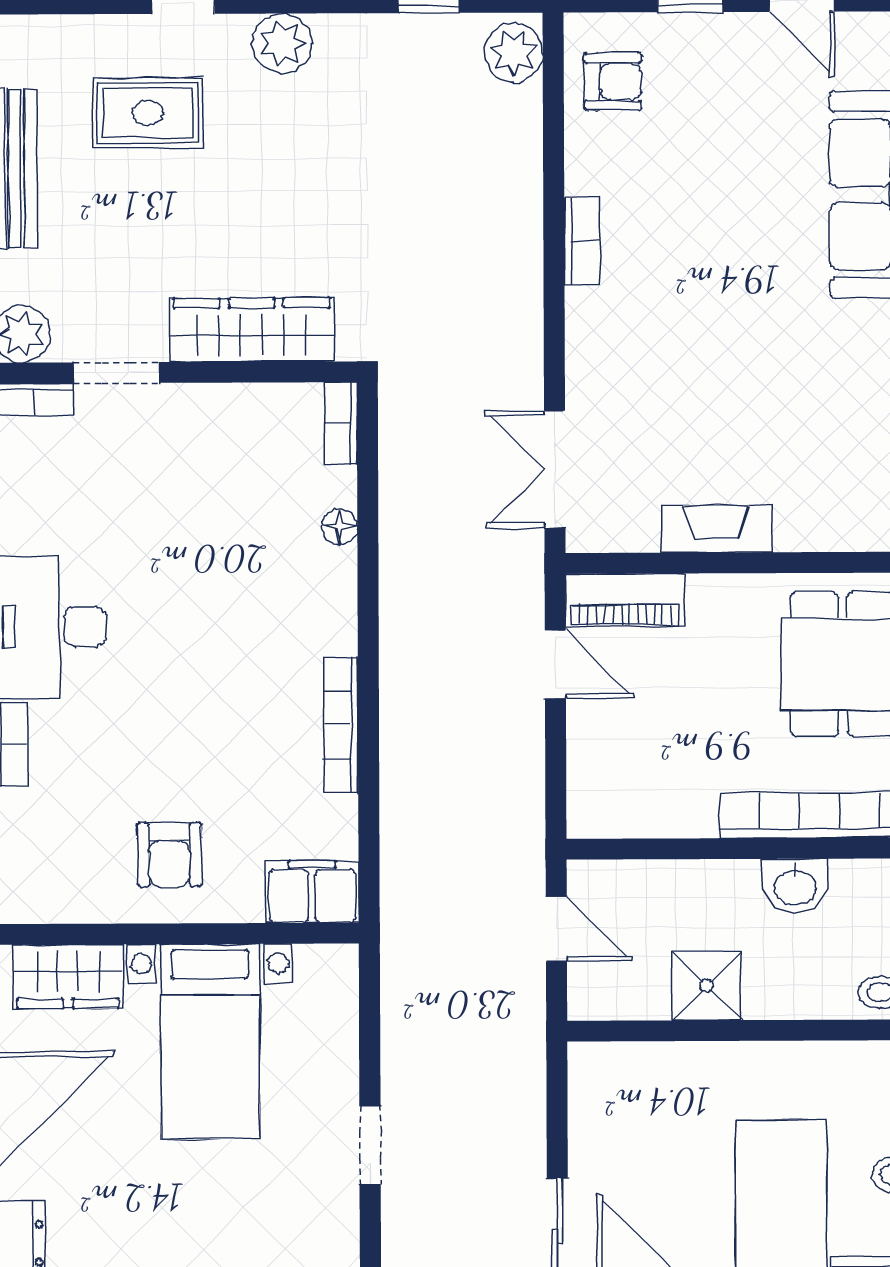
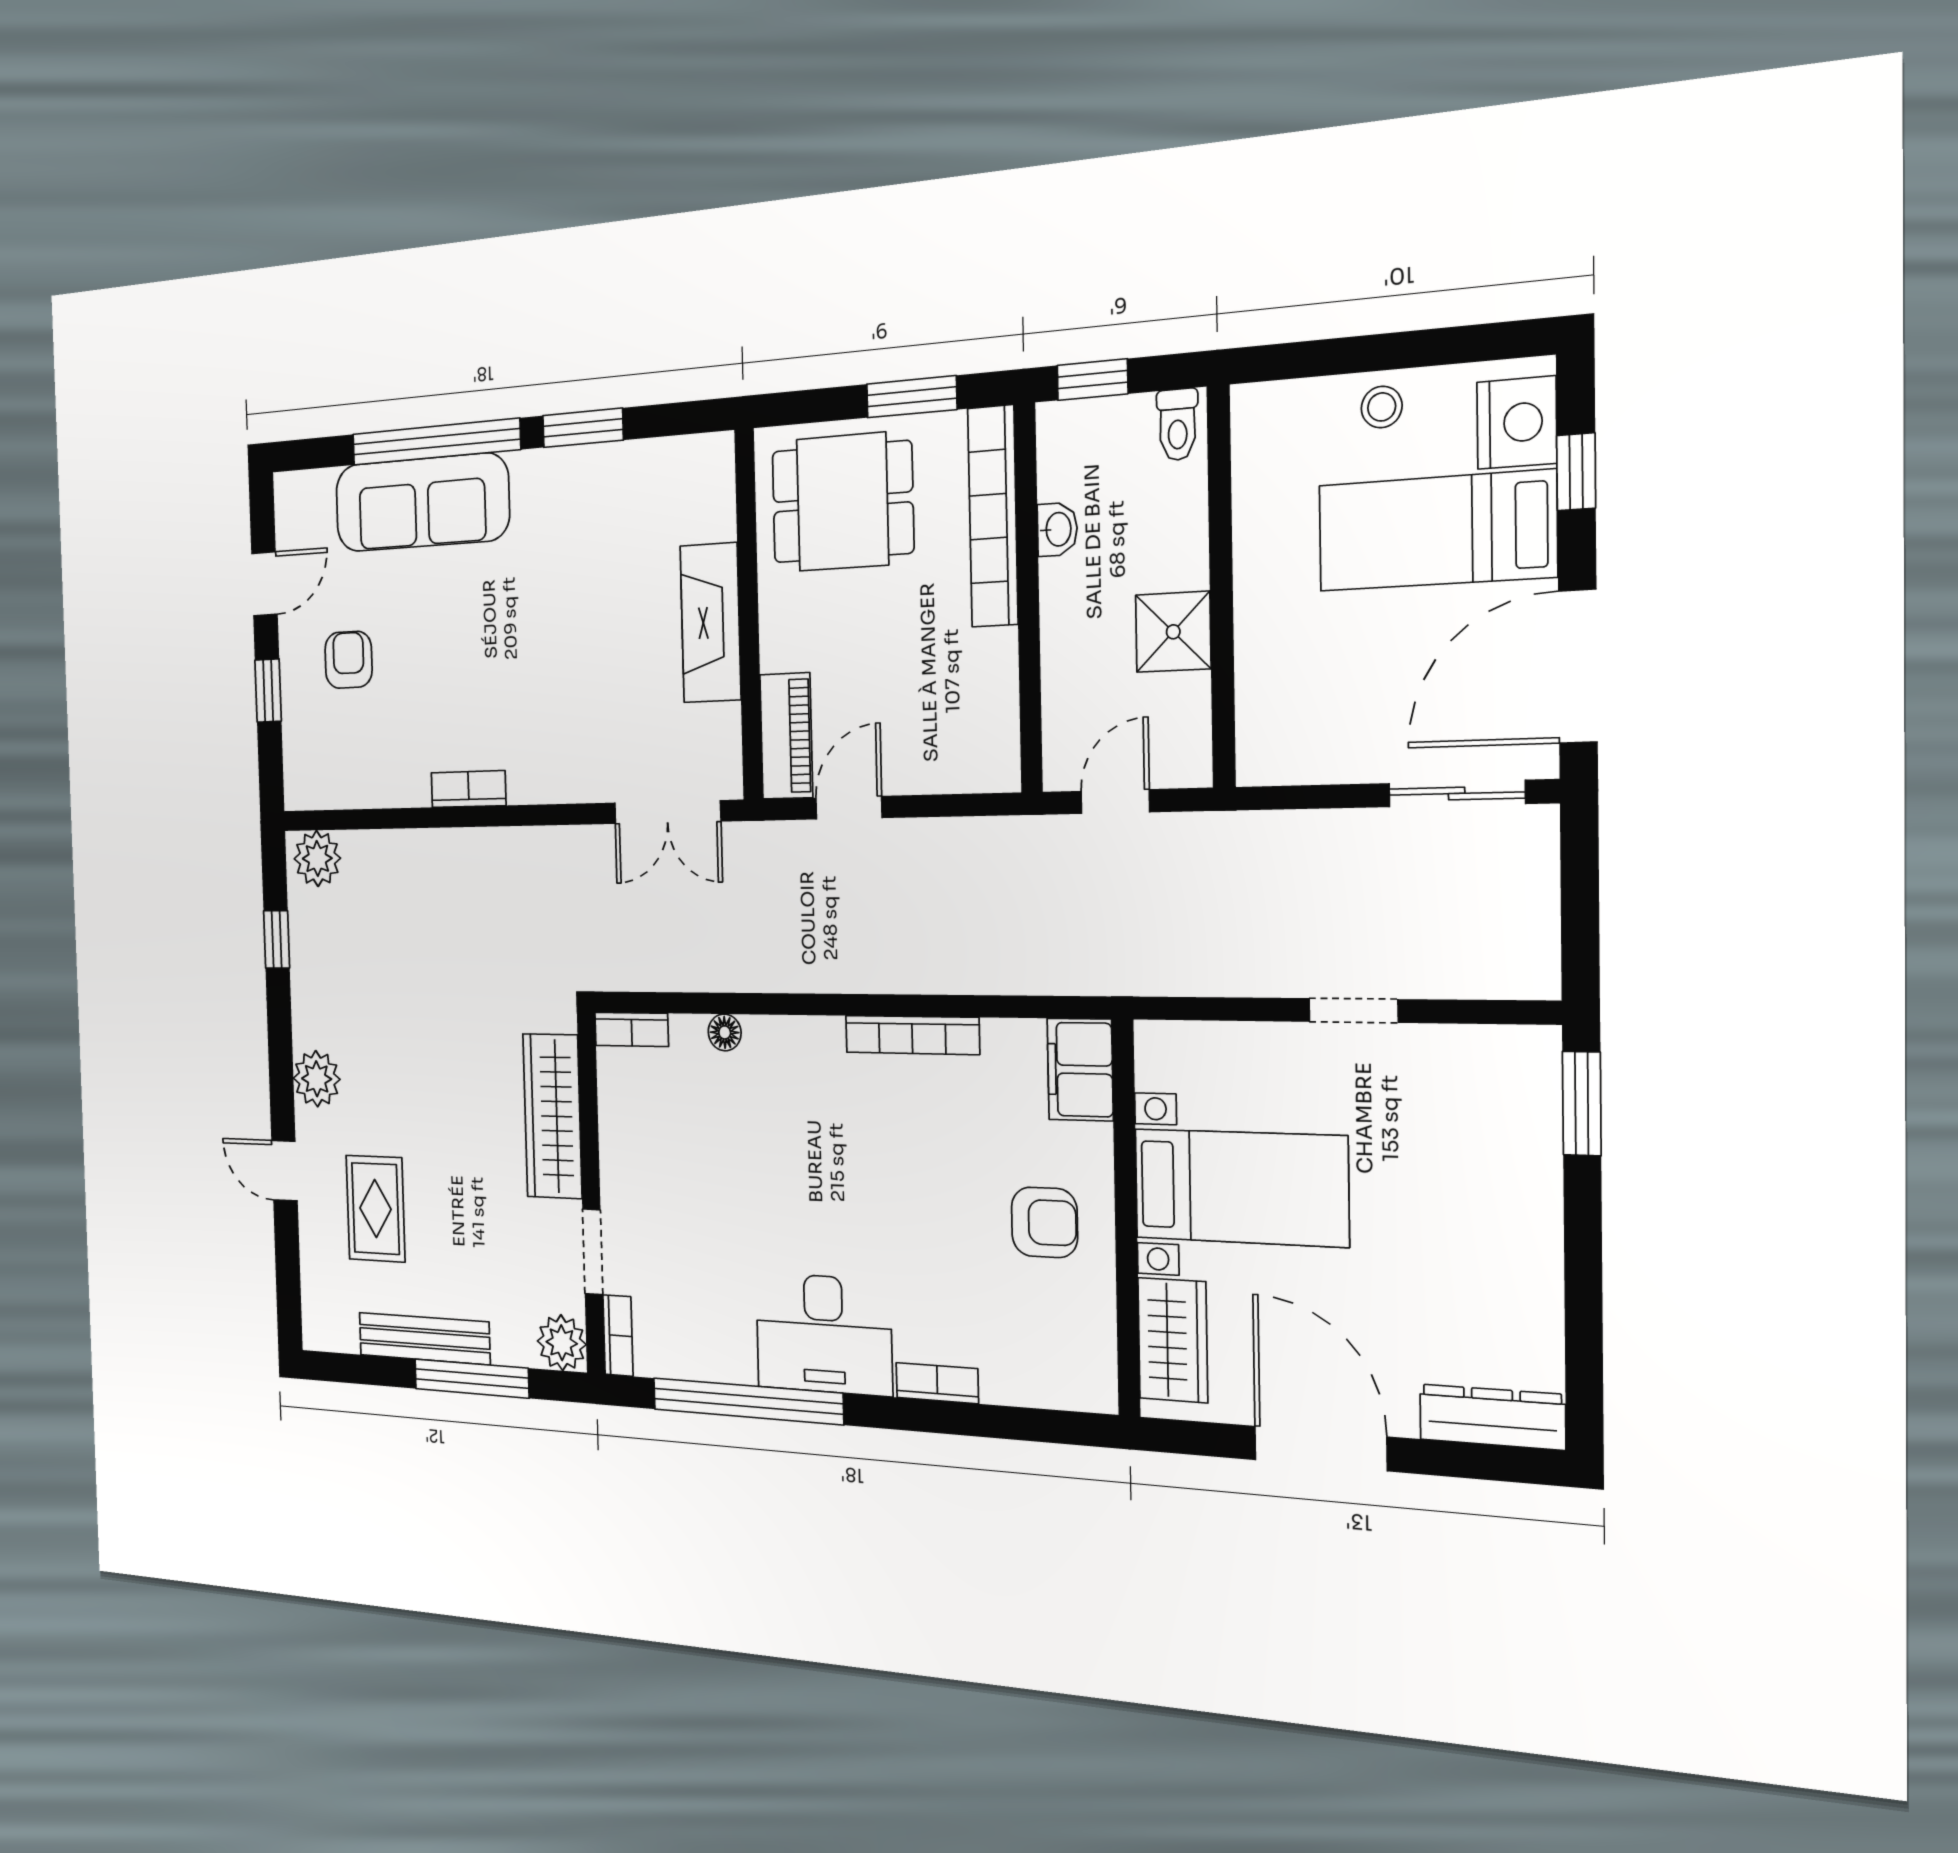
armchair: (613, 82) -> (349, 660), moved
fireplace: (716, 529) -> (710, 623), width x1.37, depth x1.32
washbasin: (795, 886) -> (1057, 529), width x0.72, depth x0.69

